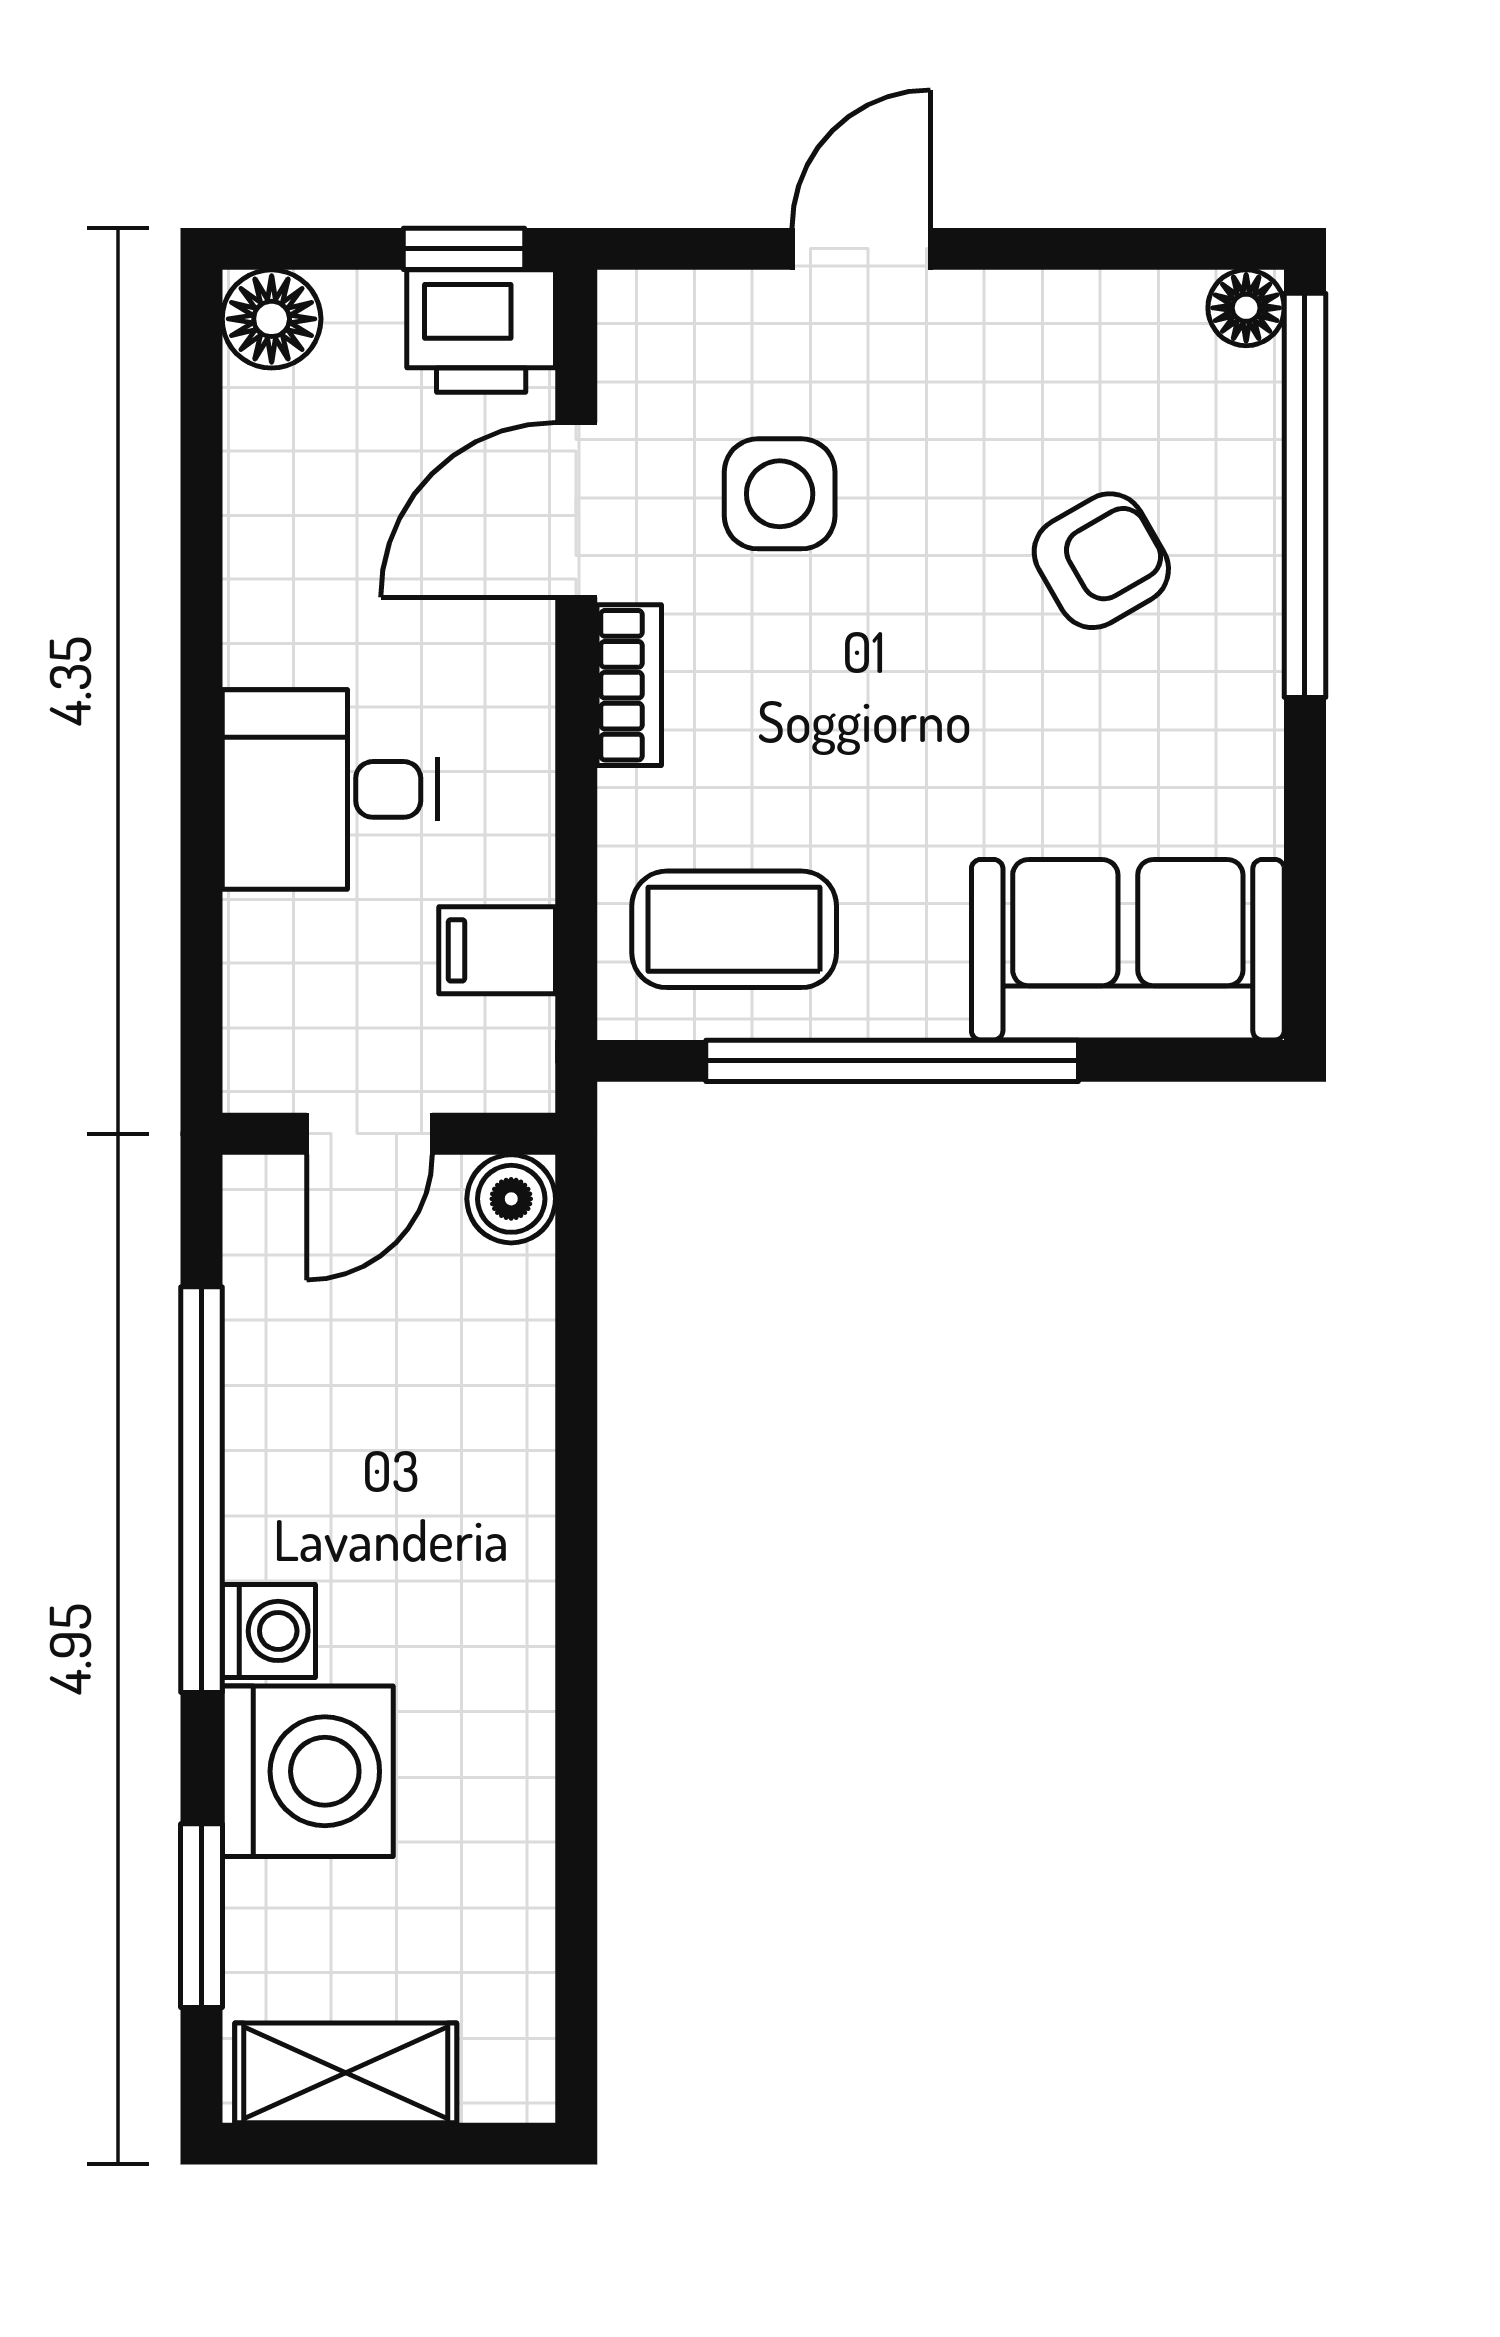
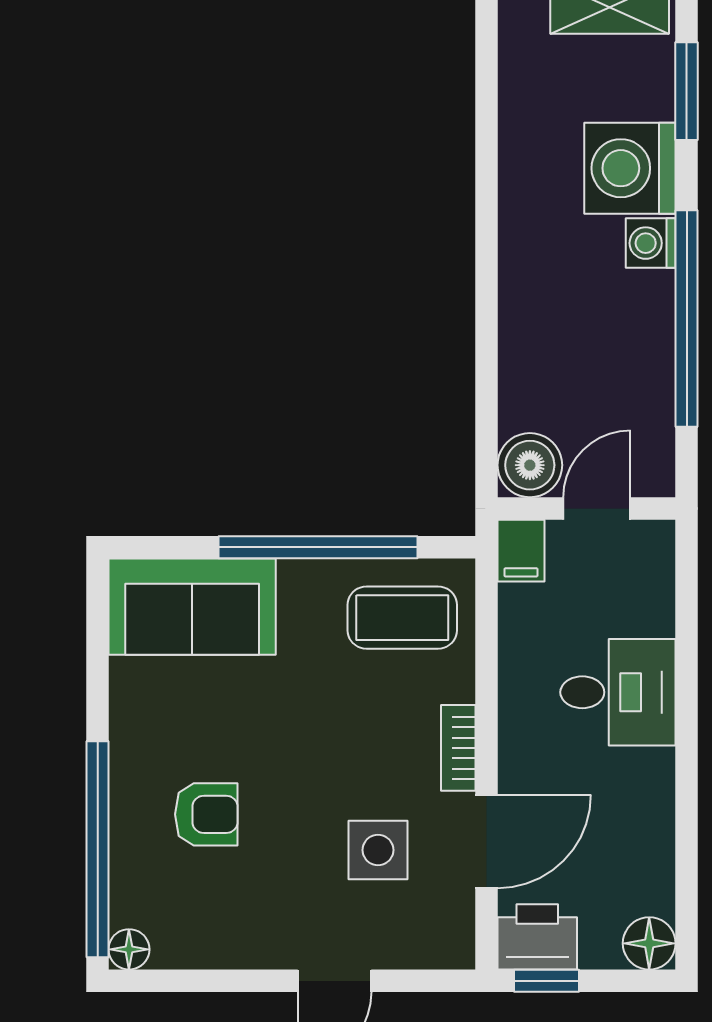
armchair: (1101, 561) -> (206, 814), turned -150
filing cabinet: (497, 950) -> (521, 551), moved, turned 90
boiler: (511, 1199) -> (530, 465), width x1.36, depth x1.36

